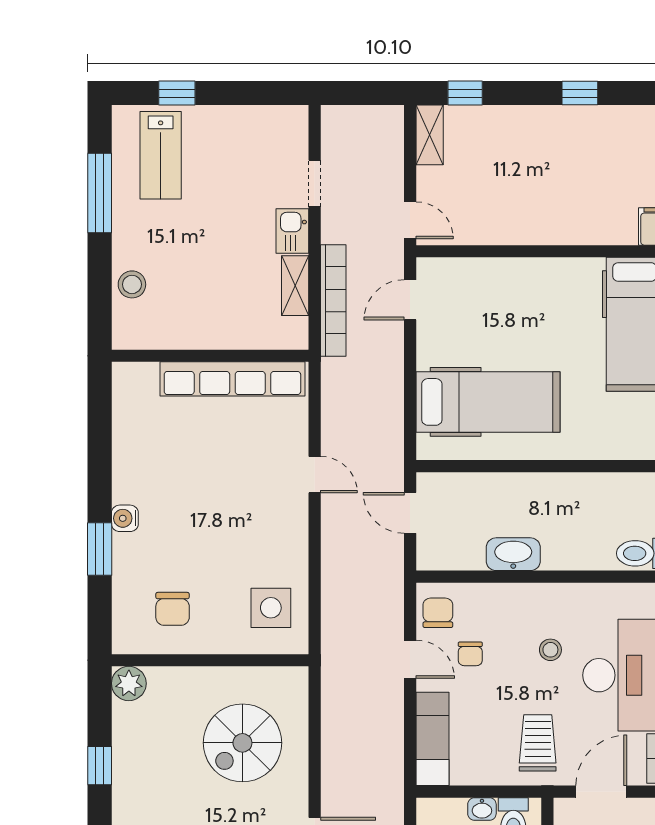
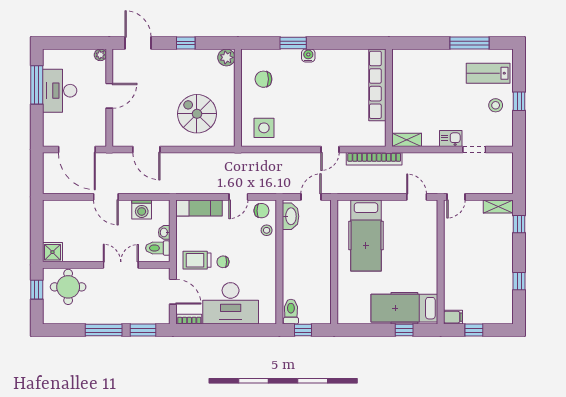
window: (177, 93) -> (519, 101), moved
stool: (132, 284) -> (496, 105), moved
shelving: (295, 286) -> (407, 140), moved
bookcase: (333, 300) -> (374, 159), moved
row of seats: (232, 379) -> (377, 85), moved
washbasin: (513, 554) -> (291, 216), moved
stool: (550, 650) -> (267, 230), moved
chair: (470, 654) -> (223, 262), moved
trolley: (538, 743) -> (197, 260), turned 180

